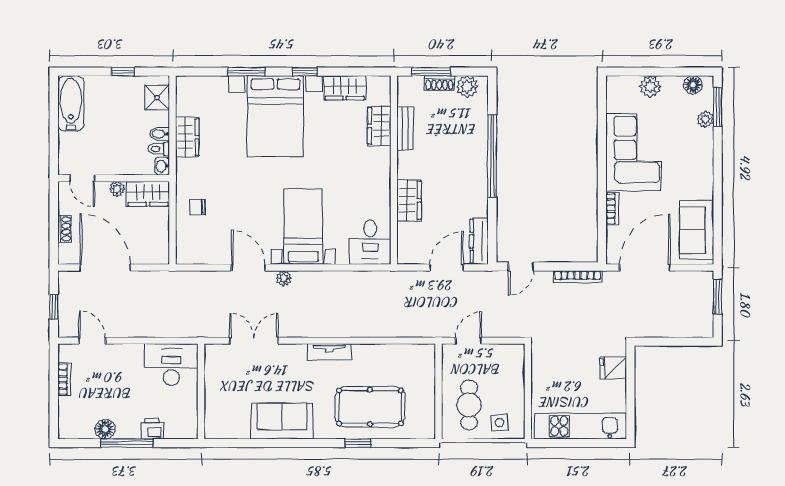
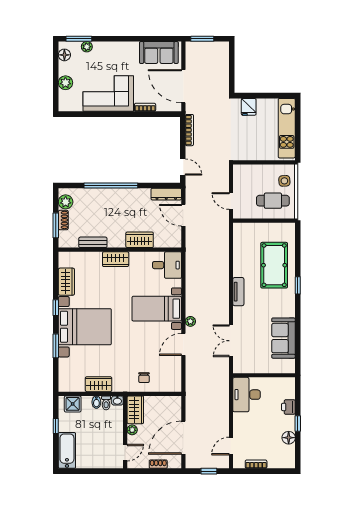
bathtub: (71, 103) -> (67, 450), moved, turned 90
wardrobe: (379, 126) -> (116, 259), moved
sofa: (282, 421) -> (283, 338), moved
window: (127, 443) -> (298, 424), width x0.46
window: (358, 443) -> (298, 285), moved

